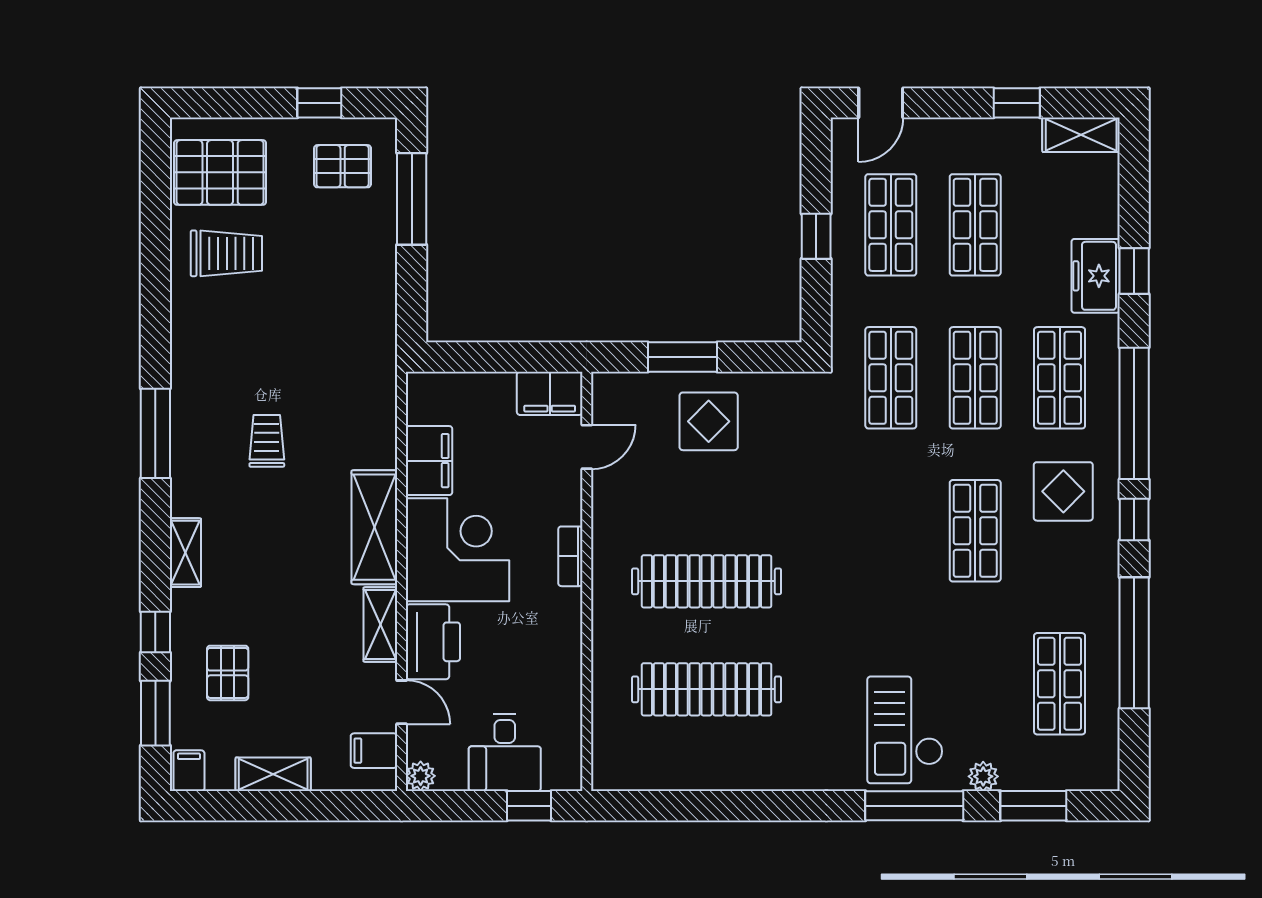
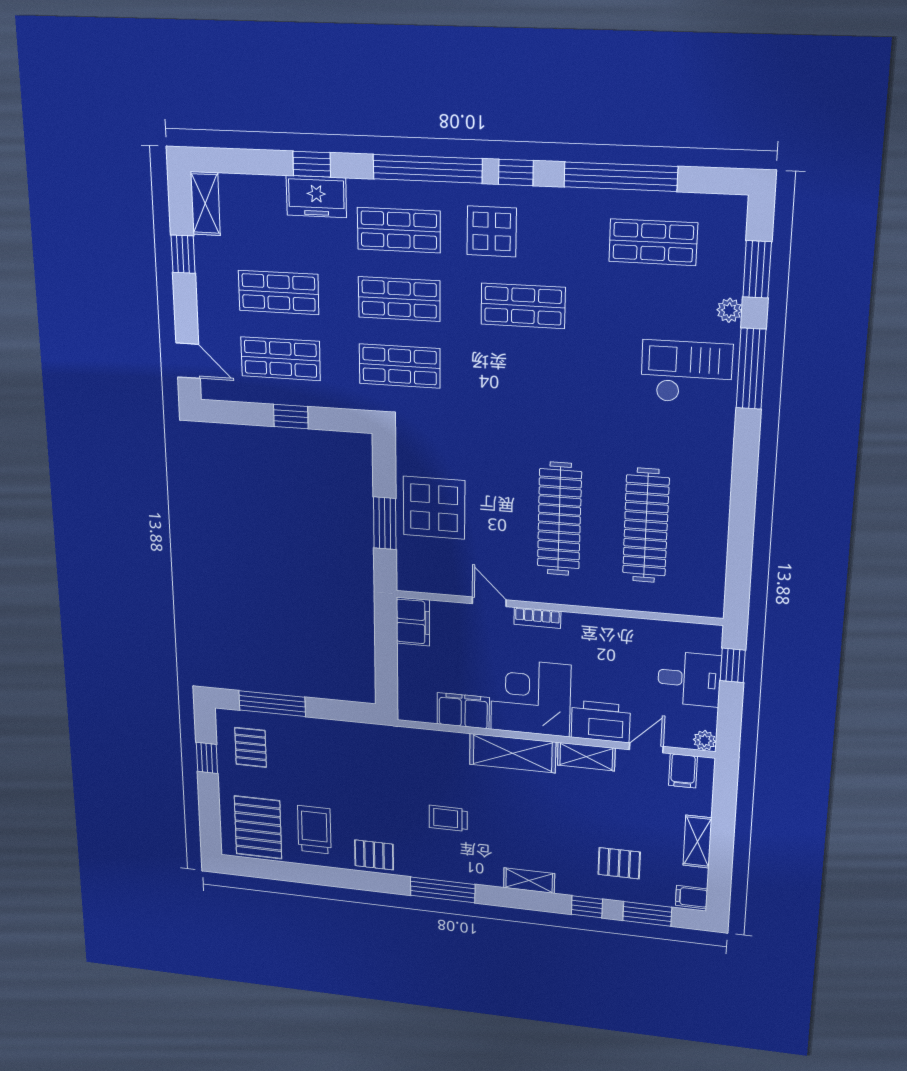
pallet: (198, 337) -> (374, 855), added
display table: (709, 421) -> (434, 508), width x1.36, depth x1.36
door: (587, 447) -> (489, 602), moved
checkout: (905, 730) -> (686, 372), turned 180

